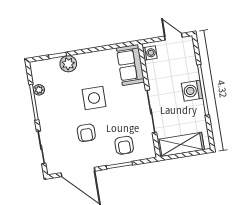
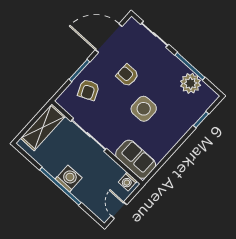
door: (173, 37) -> (119, 210), swing flipped
plant: (68, 64) -> (187, 120), removed
plant: (39, 90) -> (191, 83), width x1.87, depth x1.87
armchair: (124, 145) -> (88, 90), turned -114

